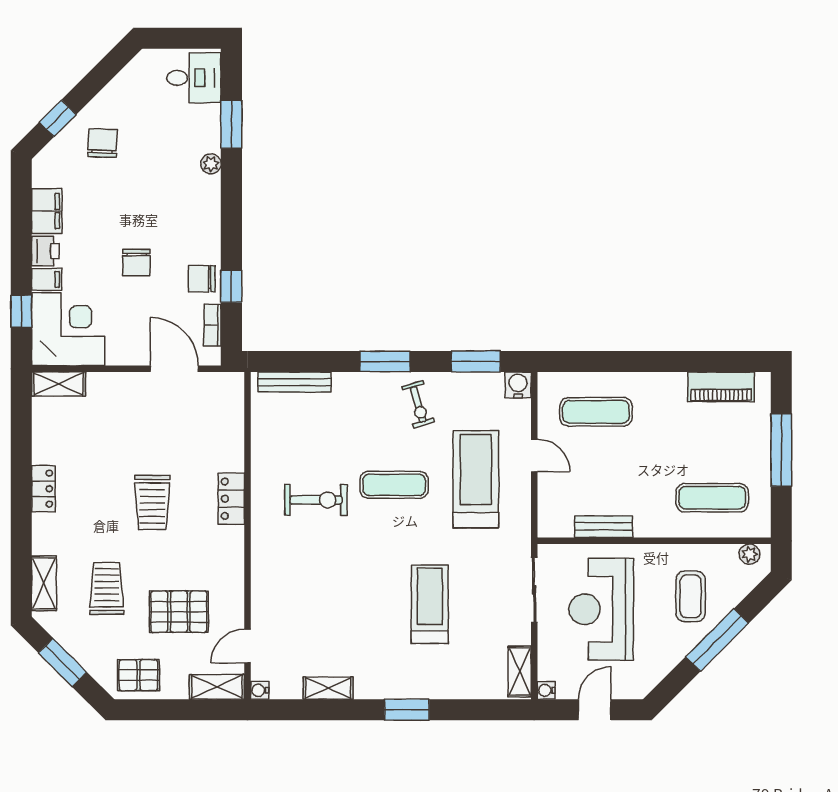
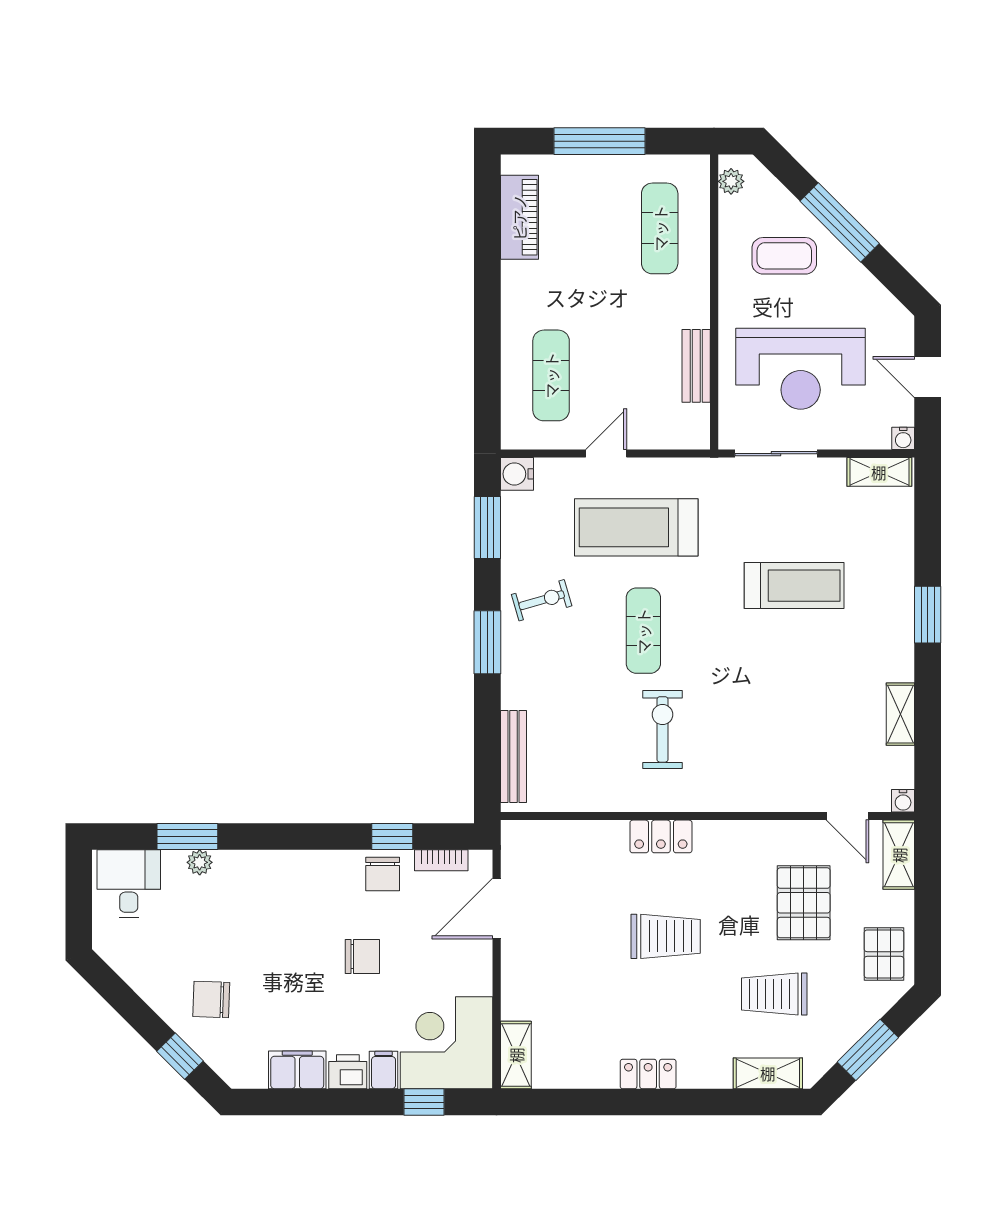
plant: (211, 164) -> (200, 862), moved
treadmill: (430, 604) -> (794, 586), turned 180

